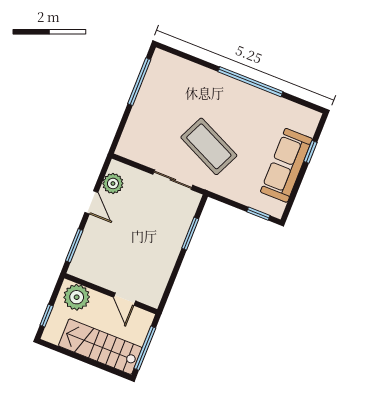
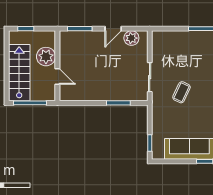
coffee table: (209, 146) -> (181, 92), width x0.54, depth x0.58
plant: (77, 297) -> (46, 57), moved
door: (125, 299) -> (57, 76), swing flipped

